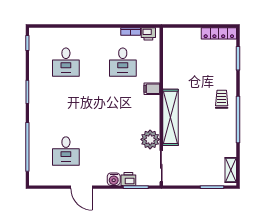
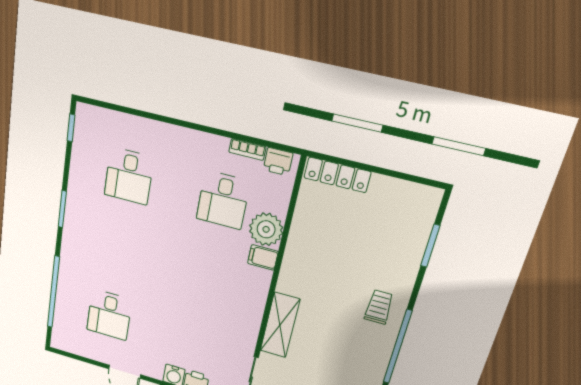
locker: (219, 33) -> (337, 175), moved
shelving: (171, 117) -> (280, 325), width x0.68
plant: (150, 139) -> (266, 229), moved

